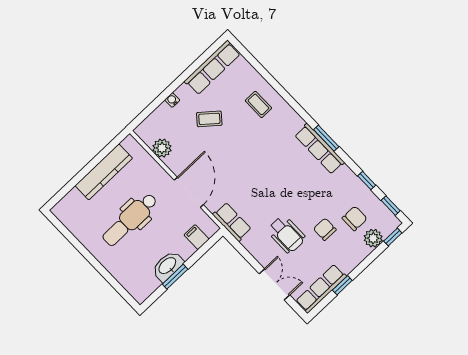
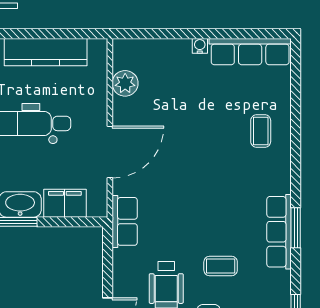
water cooler: (172, 100) -> (200, 46), moved
coffee table: (209, 119) -> (221, 266), moved, turned -40
filing cabinet: (197, 237) -> (65, 203), width x2.00

